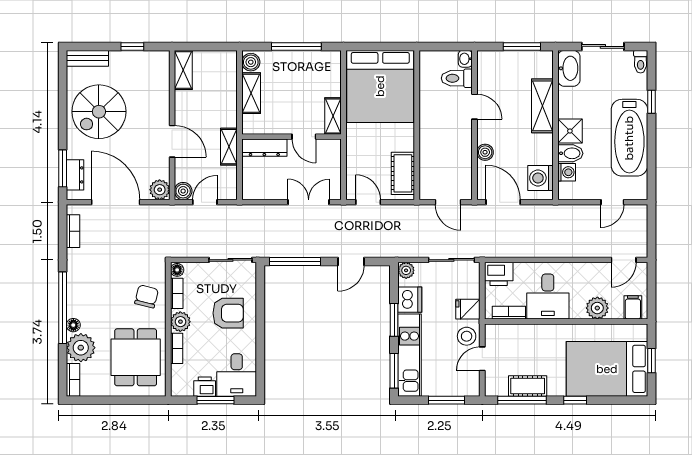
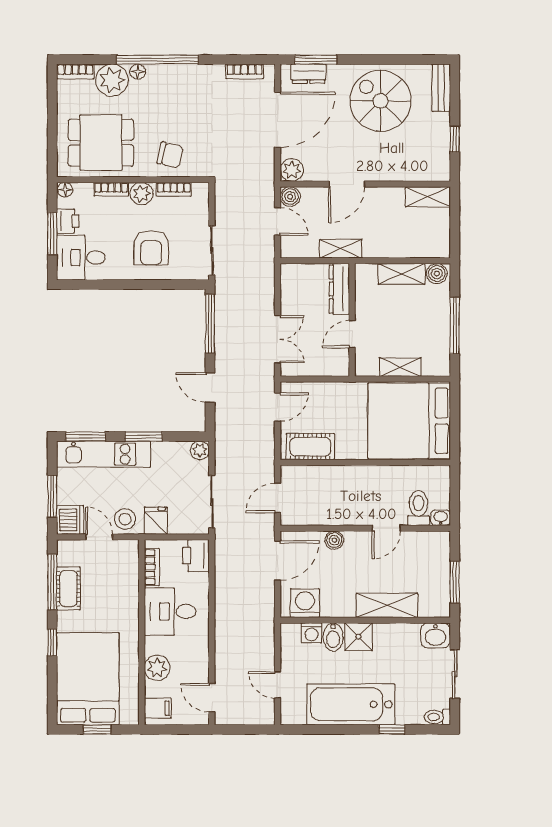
washbasin: (569, 68) -> (435, 635), width x0.72
shelving: (333, 116) -> (400, 367), moved
floor lamp: (177, 270) -> (65, 190), moved
dishwasher: (410, 300) -> (70, 520), moved, turned -90

